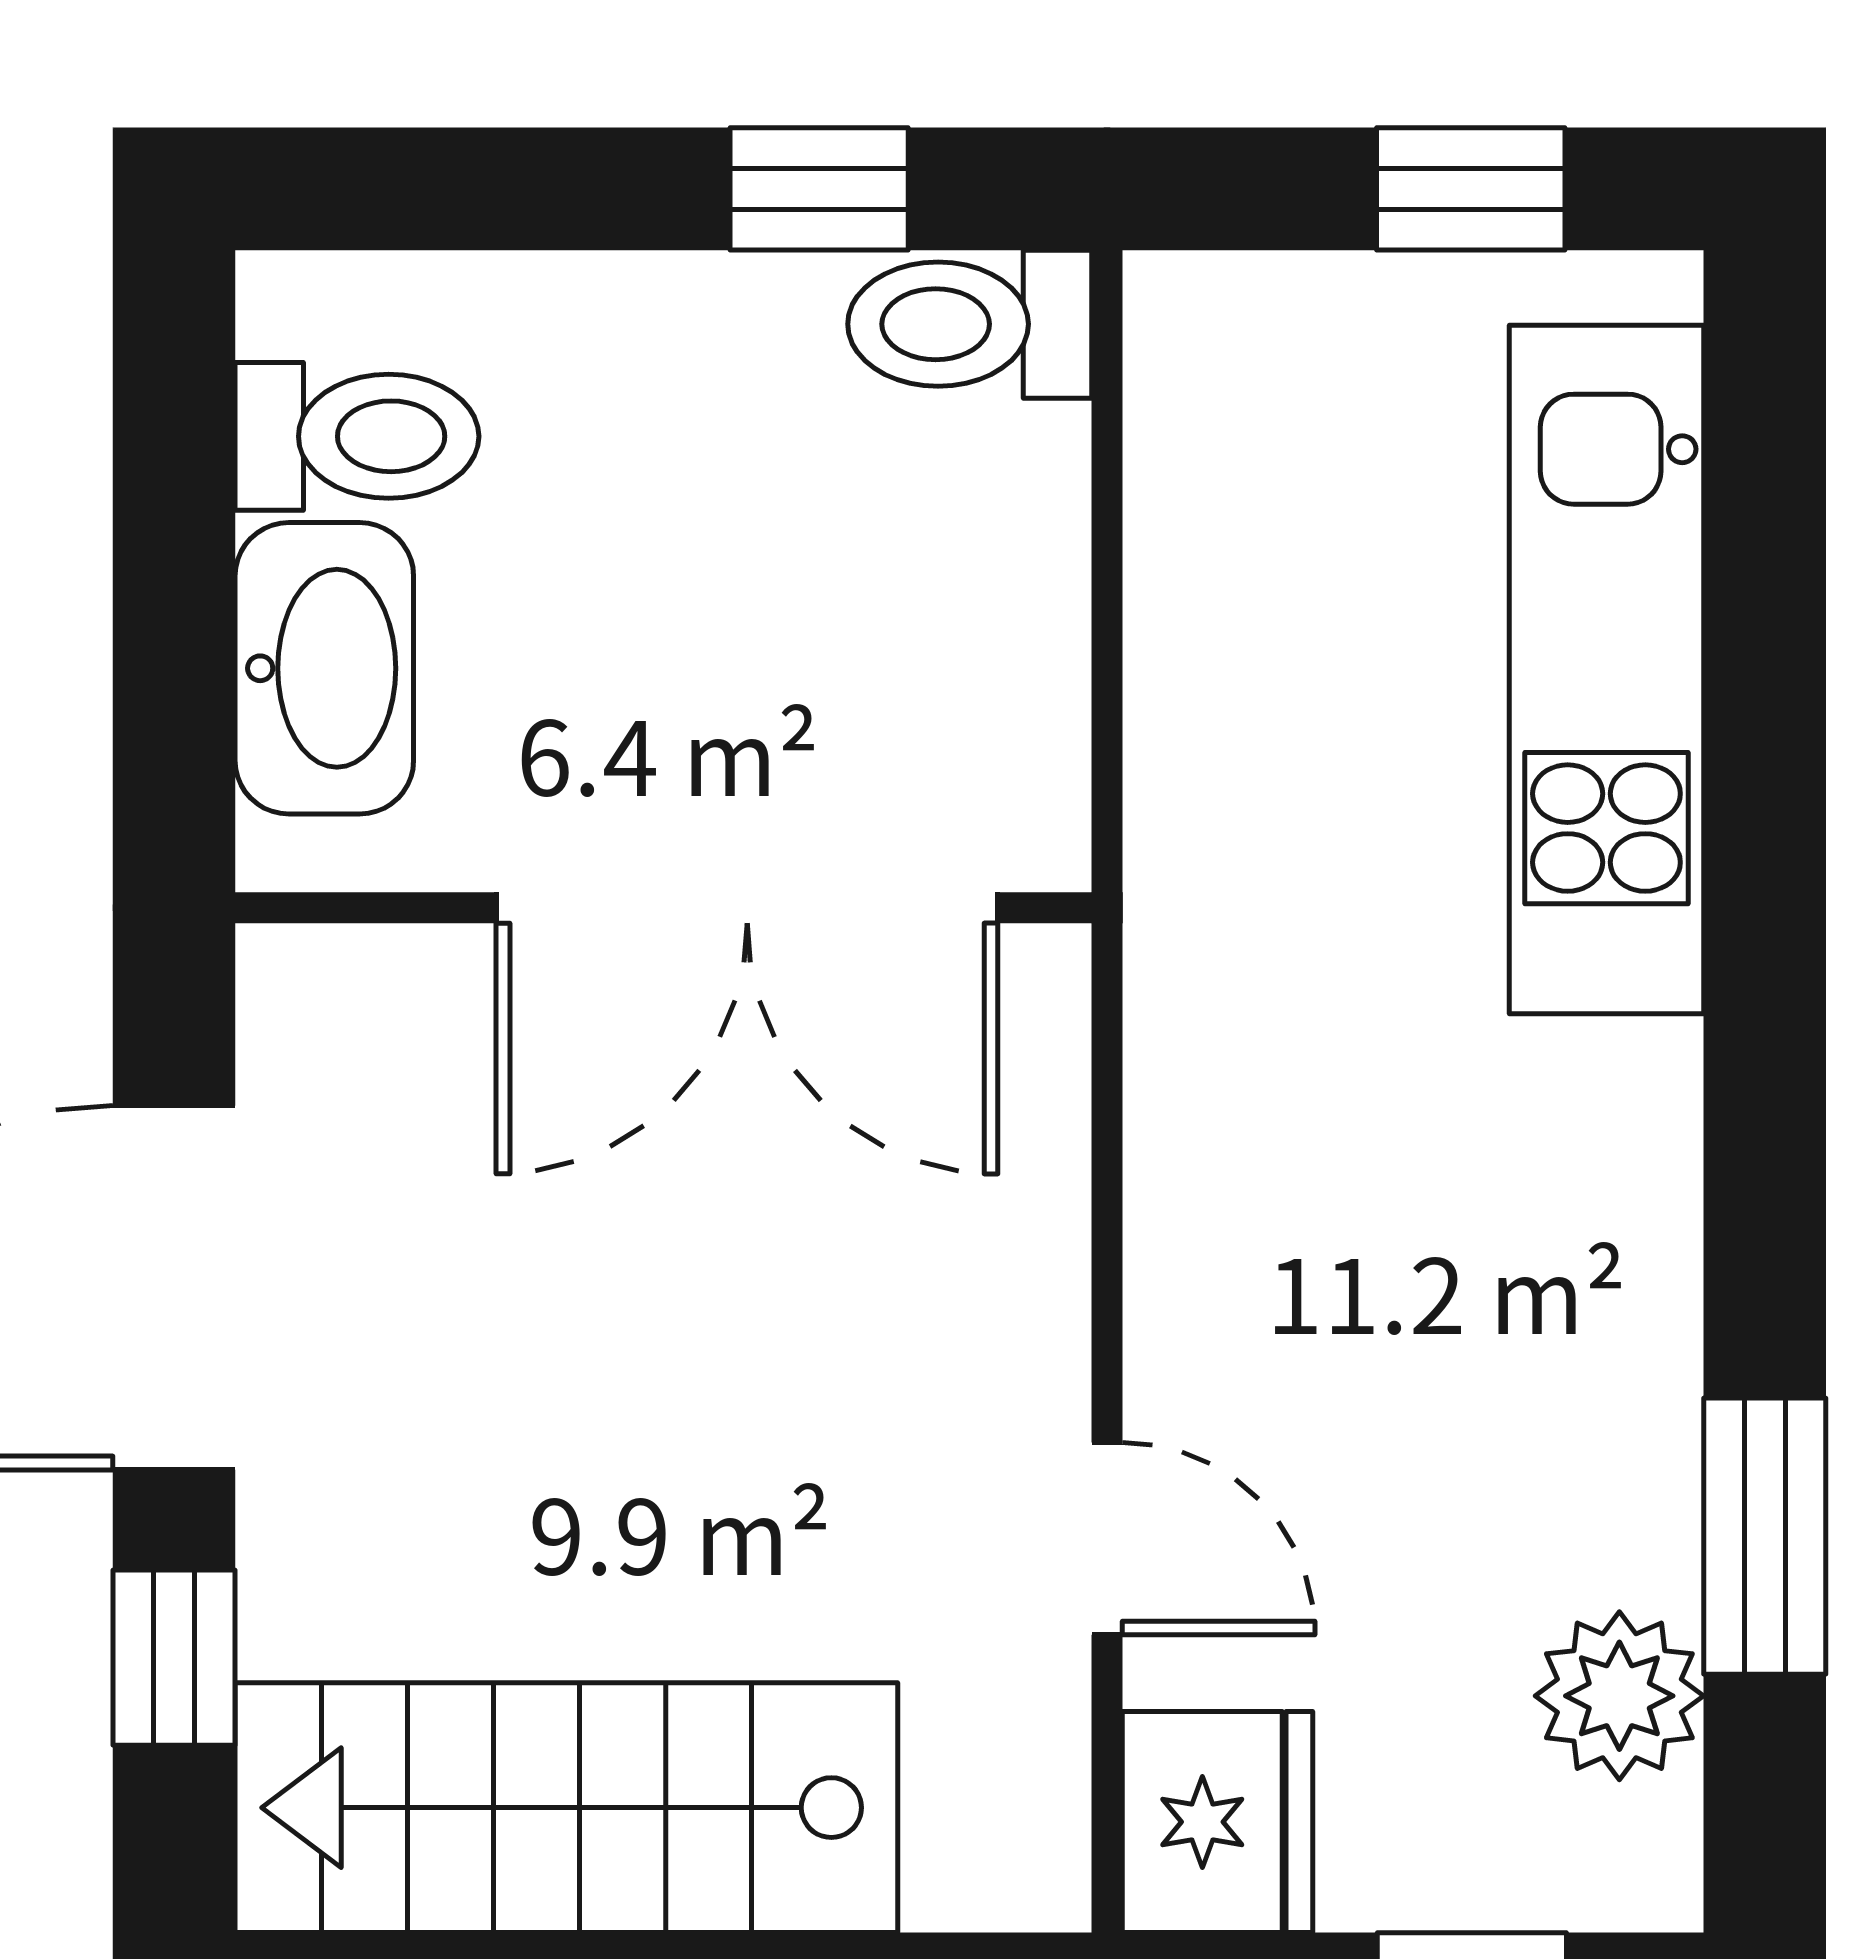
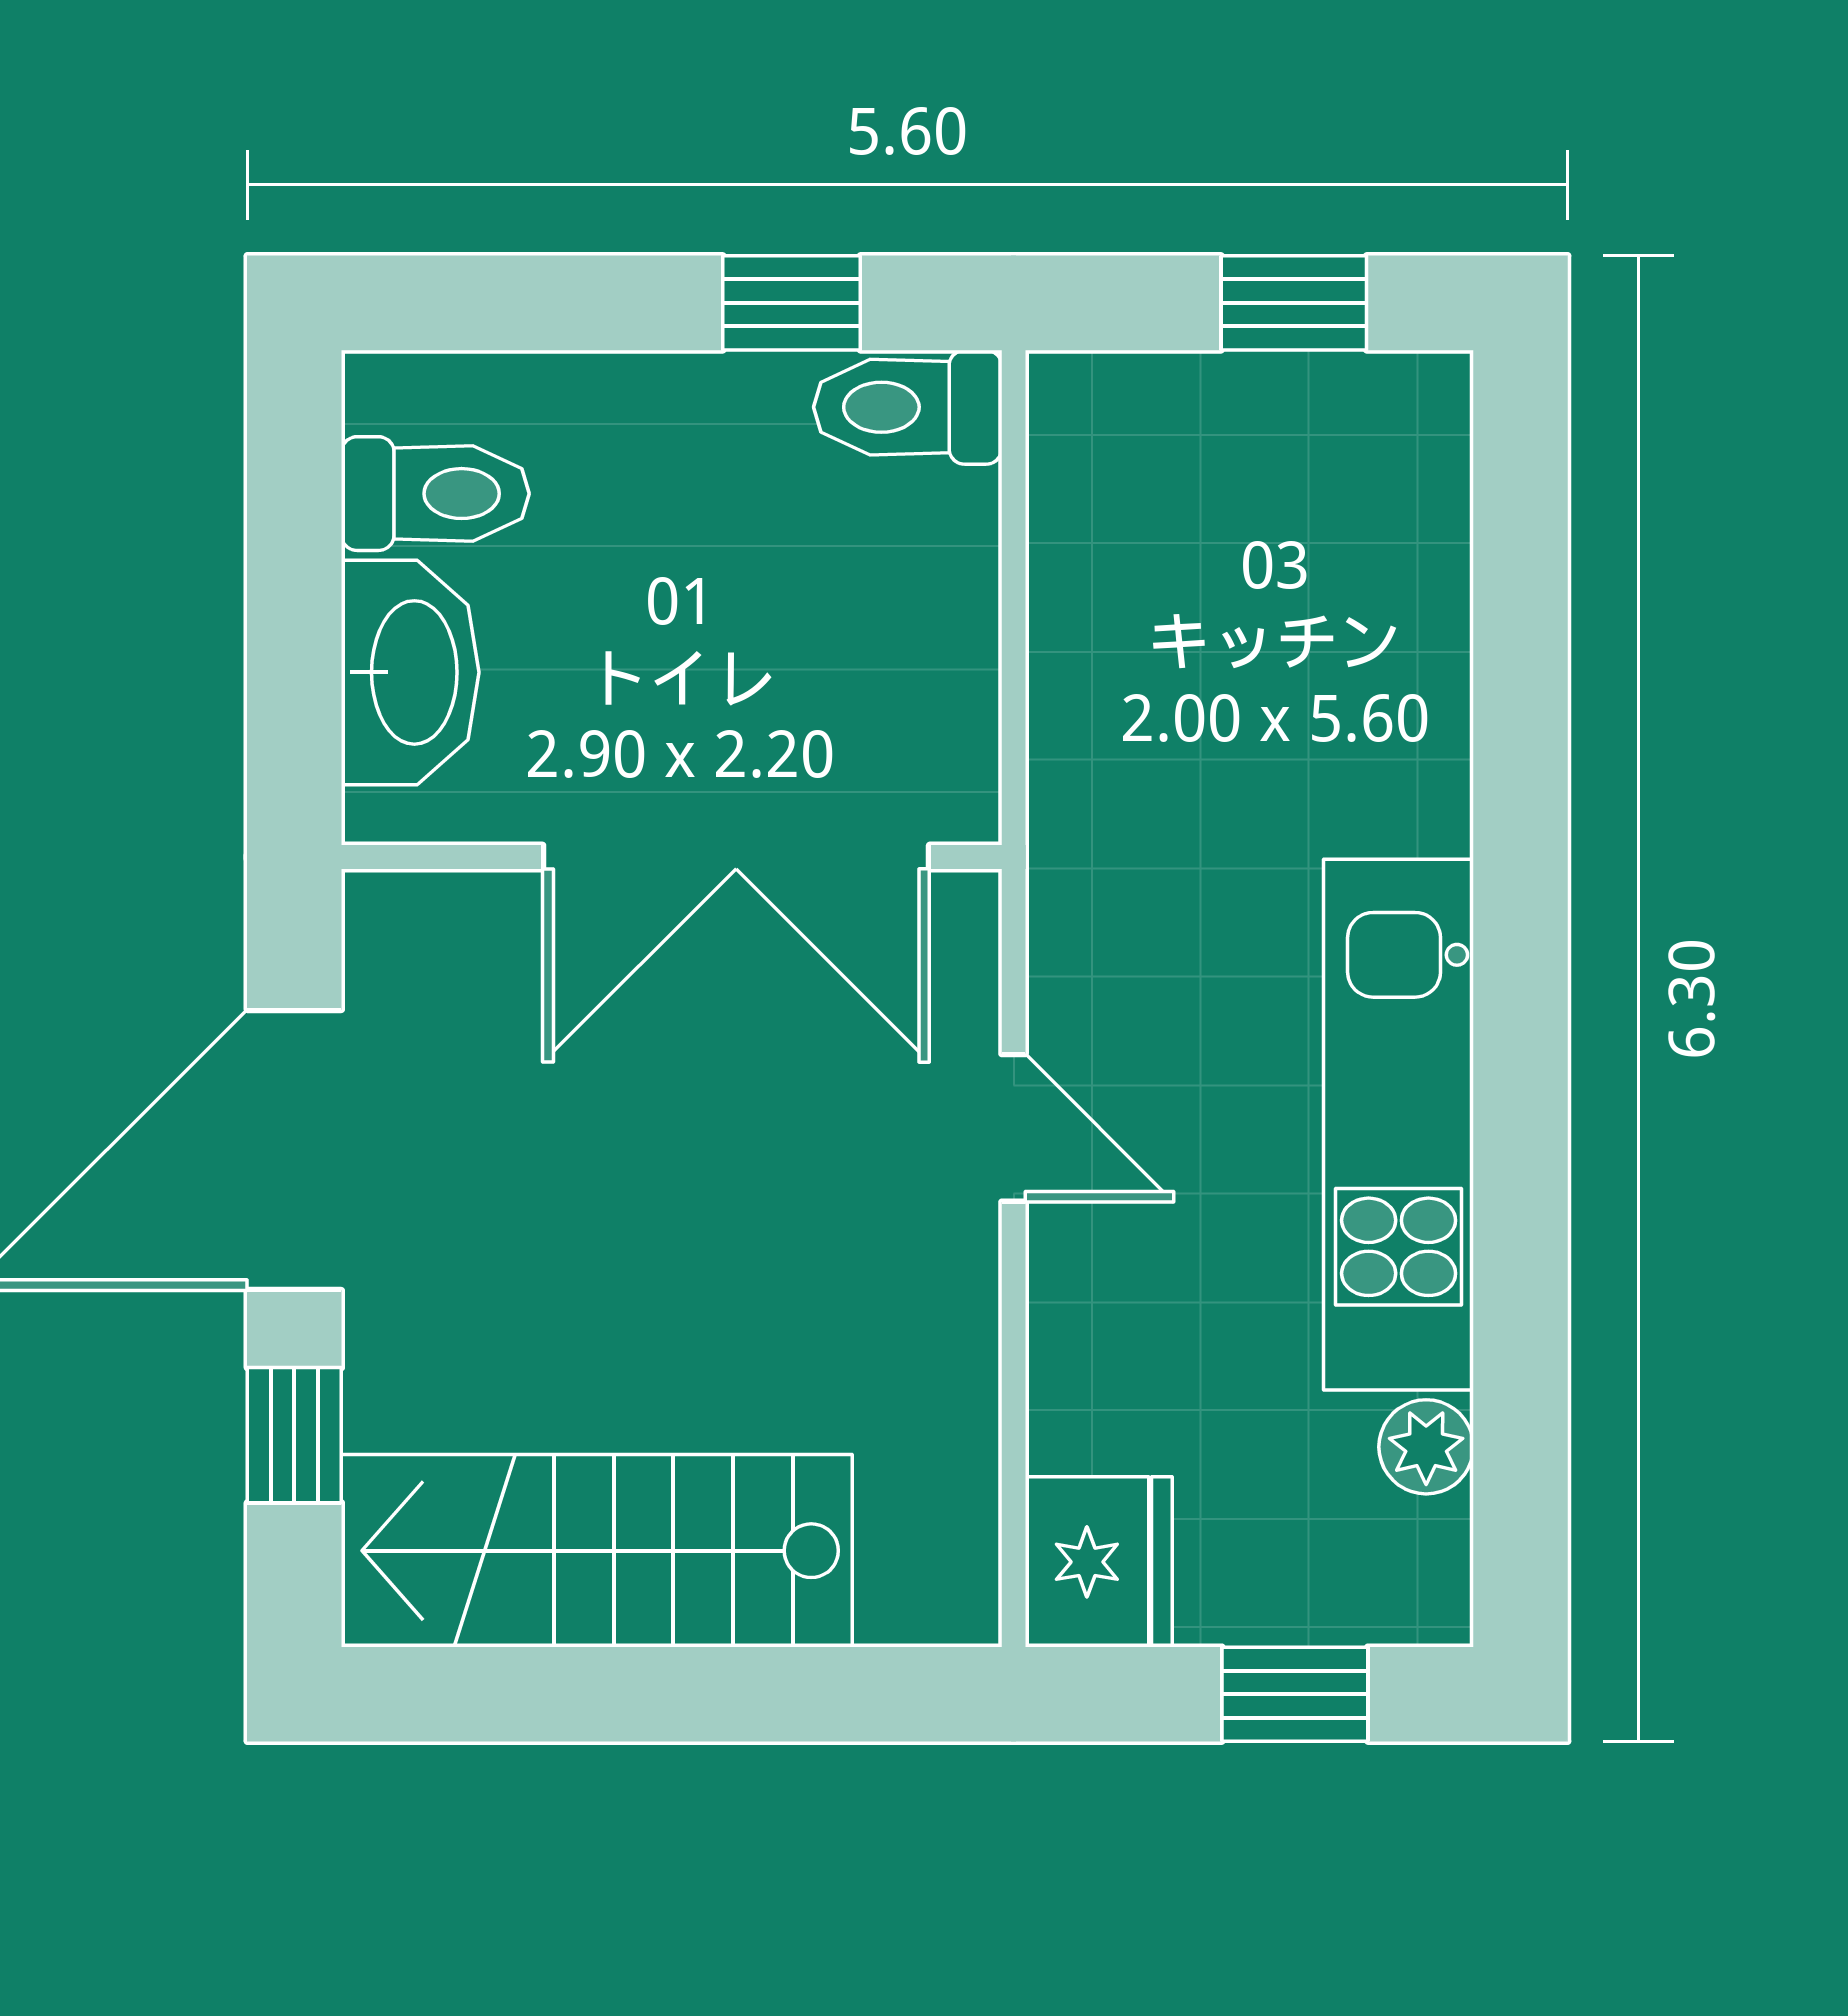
kitchen unit: (1606, 670) -> (1399, 1125), moved
window: (1765, 1536) -> (1521, 1341), removed
door: (1107, 1539) -> (1014, 1128), moved
plant: (1619, 1696) -> (1426, 1447), width x0.73, depth x0.73

